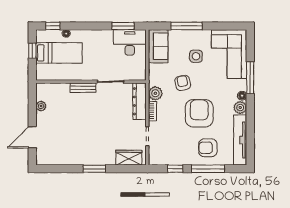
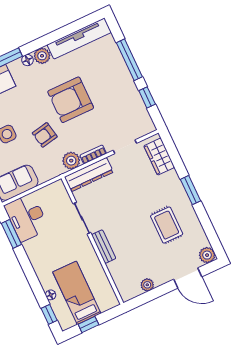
rug: (77, 140) -> (167, 225), added
armchair: (208, 148) -> (105, 71), removed
plant: (42, 159) -> (207, 255), added

